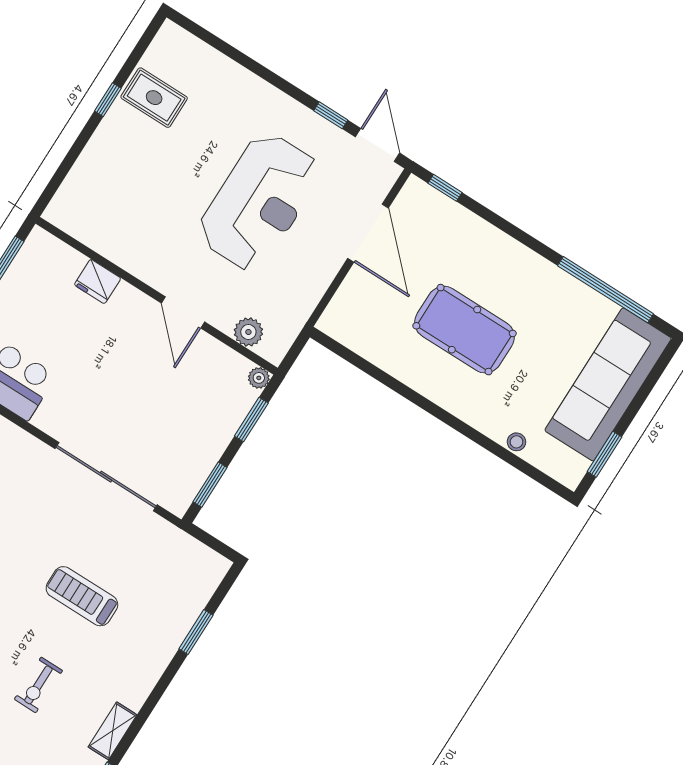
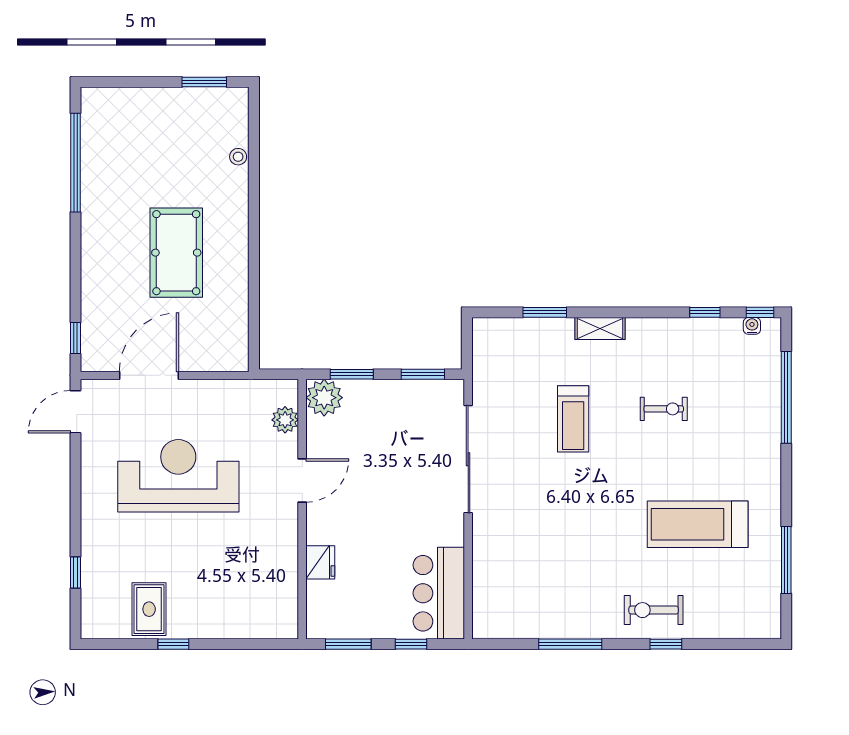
window: (331, 115) -> (76, 572), moved
plant: (259, 378) -> (324, 398), width x1.88, depth x1.88
sofa: (608, 384) -> (148, 114), removed
shelving: (113, 731) -> (600, 328), moved

